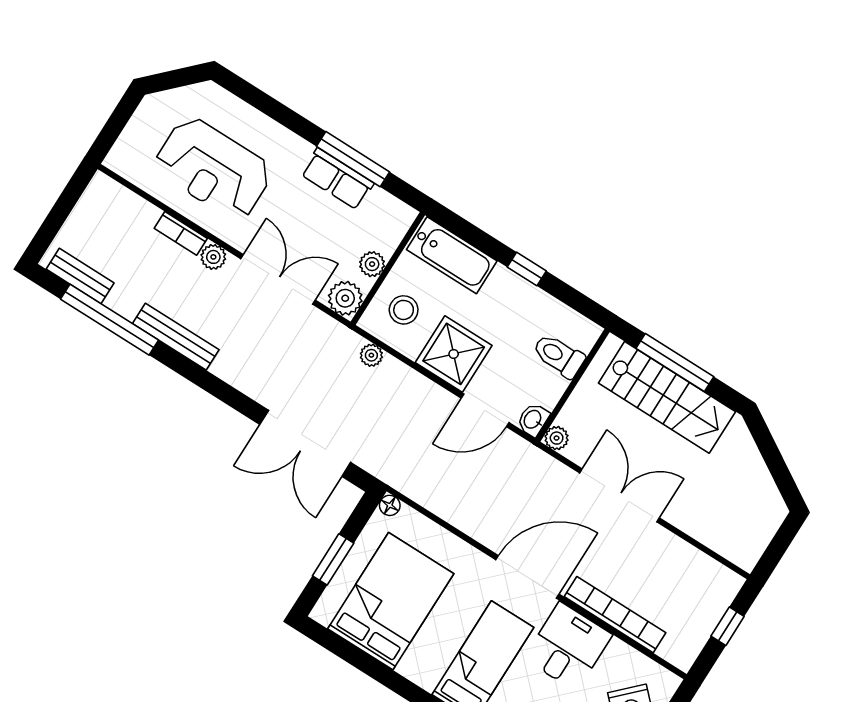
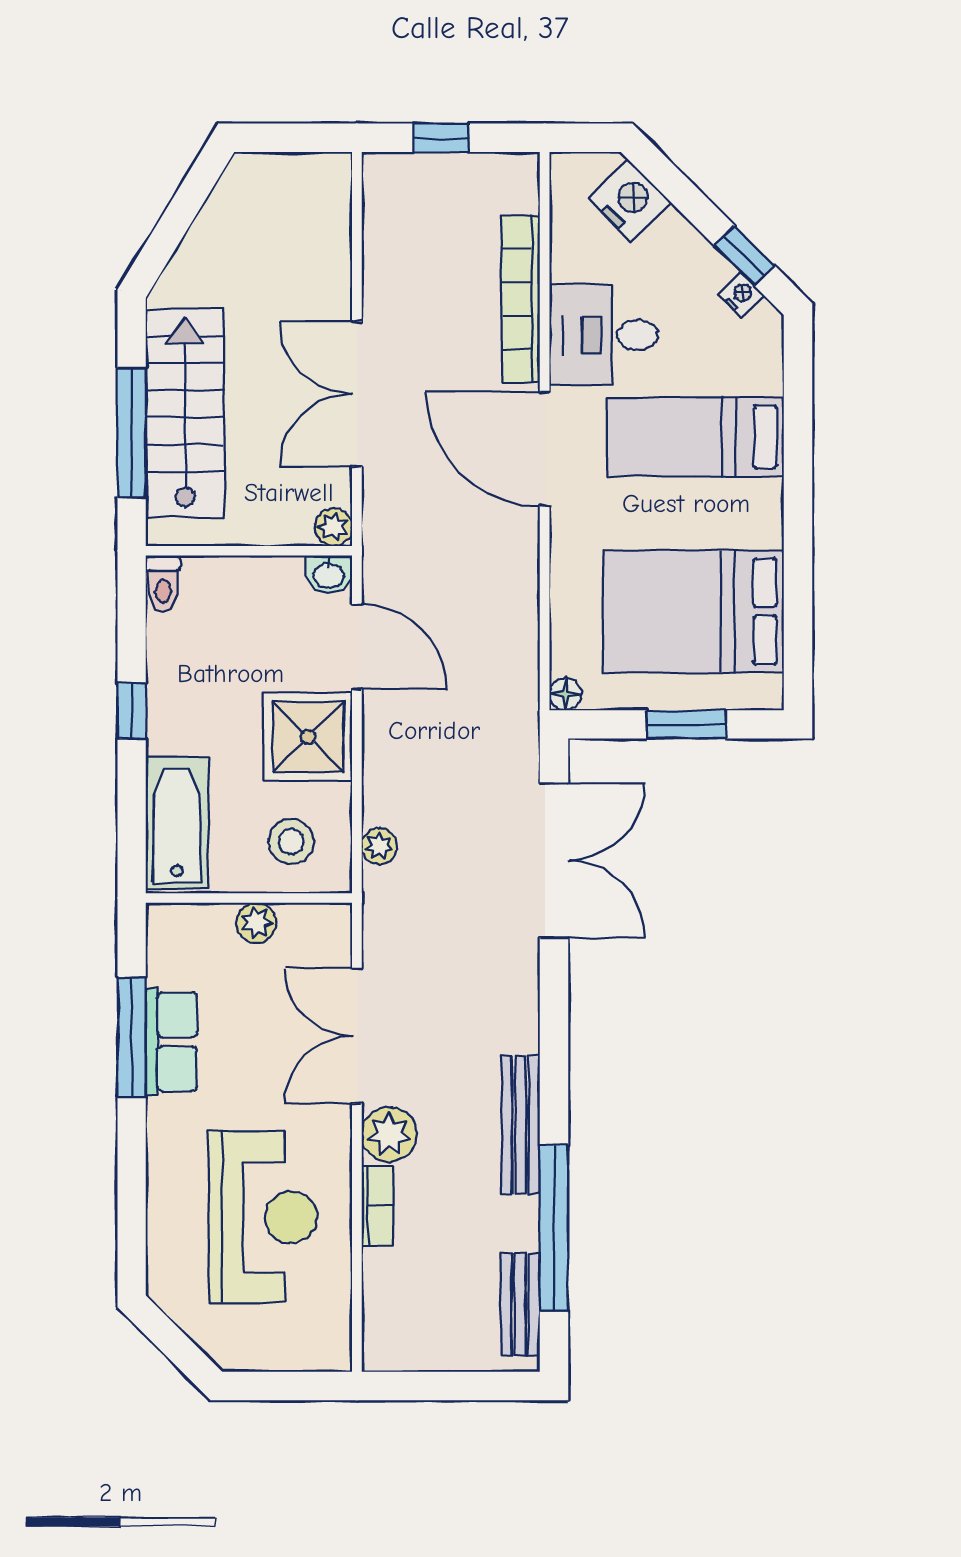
plant: (213, 257) -> (389, 1134), width x1.38, depth x1.38
plant: (345, 298) -> (325, 930), removed
toilet: (559, 356) -> (163, 583), moved, width x0.73, depth x0.72

